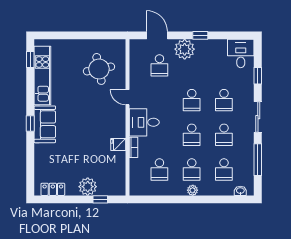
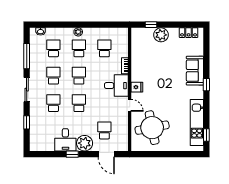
desk: (241, 54) -> (65, 140), moved
round table: (99, 69) -> (152, 128), width x1.36, depth x1.36
sofa: (45, 124) -> (195, 71), moved
fridge: (118, 145) -> (137, 87), moved

